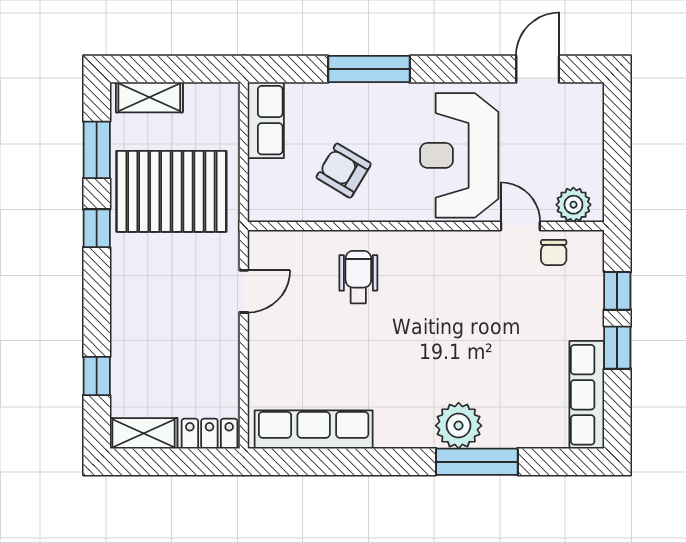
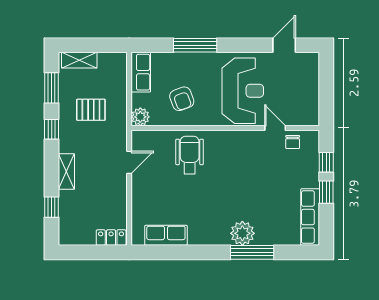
reception desk: (459, 155) -> (243, 91), turned 180
armchair: (344, 171) -> (182, 99), turned -141
pallet: (171, 191) -> (91, 110), width x0.49, depth x0.50
plant: (573, 205) -> (140, 117), moved
wheelchair: (358, 277) -> (190, 155), width x1.36, depth x1.37
row of seats: (314, 429) -> (166, 235), width x0.68
shelving: (144, 433) -> (66, 172), moved, turned 90

